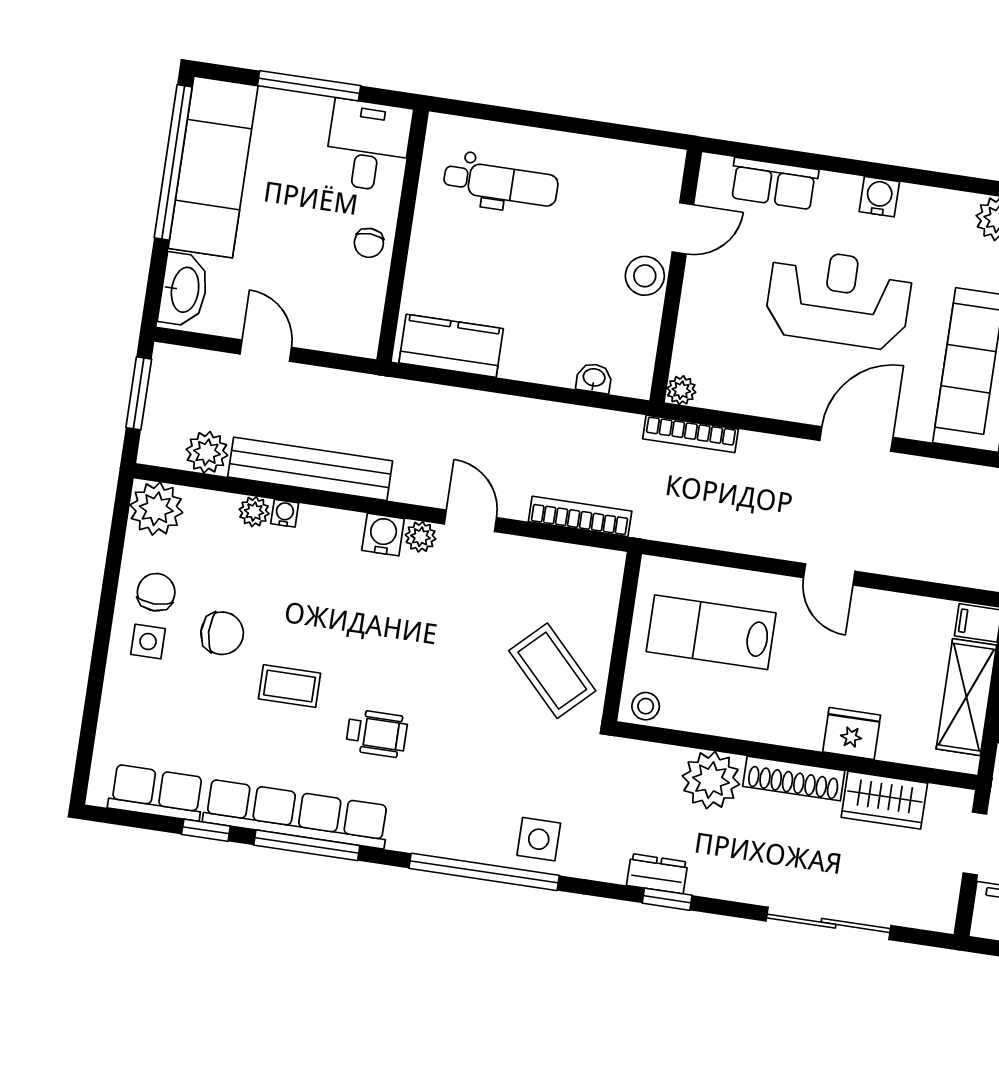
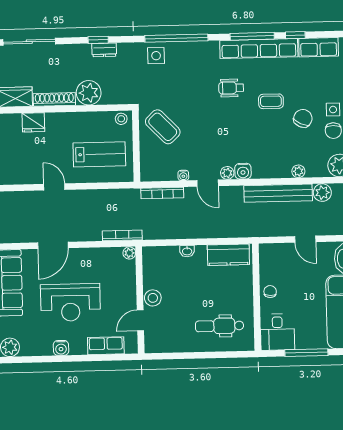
washbasin: (594, 378) -> (187, 251), moved
water cooler: (285, 513) -> (183, 175), moved
chair: (222, 633) -> (303, 118), turned 117

